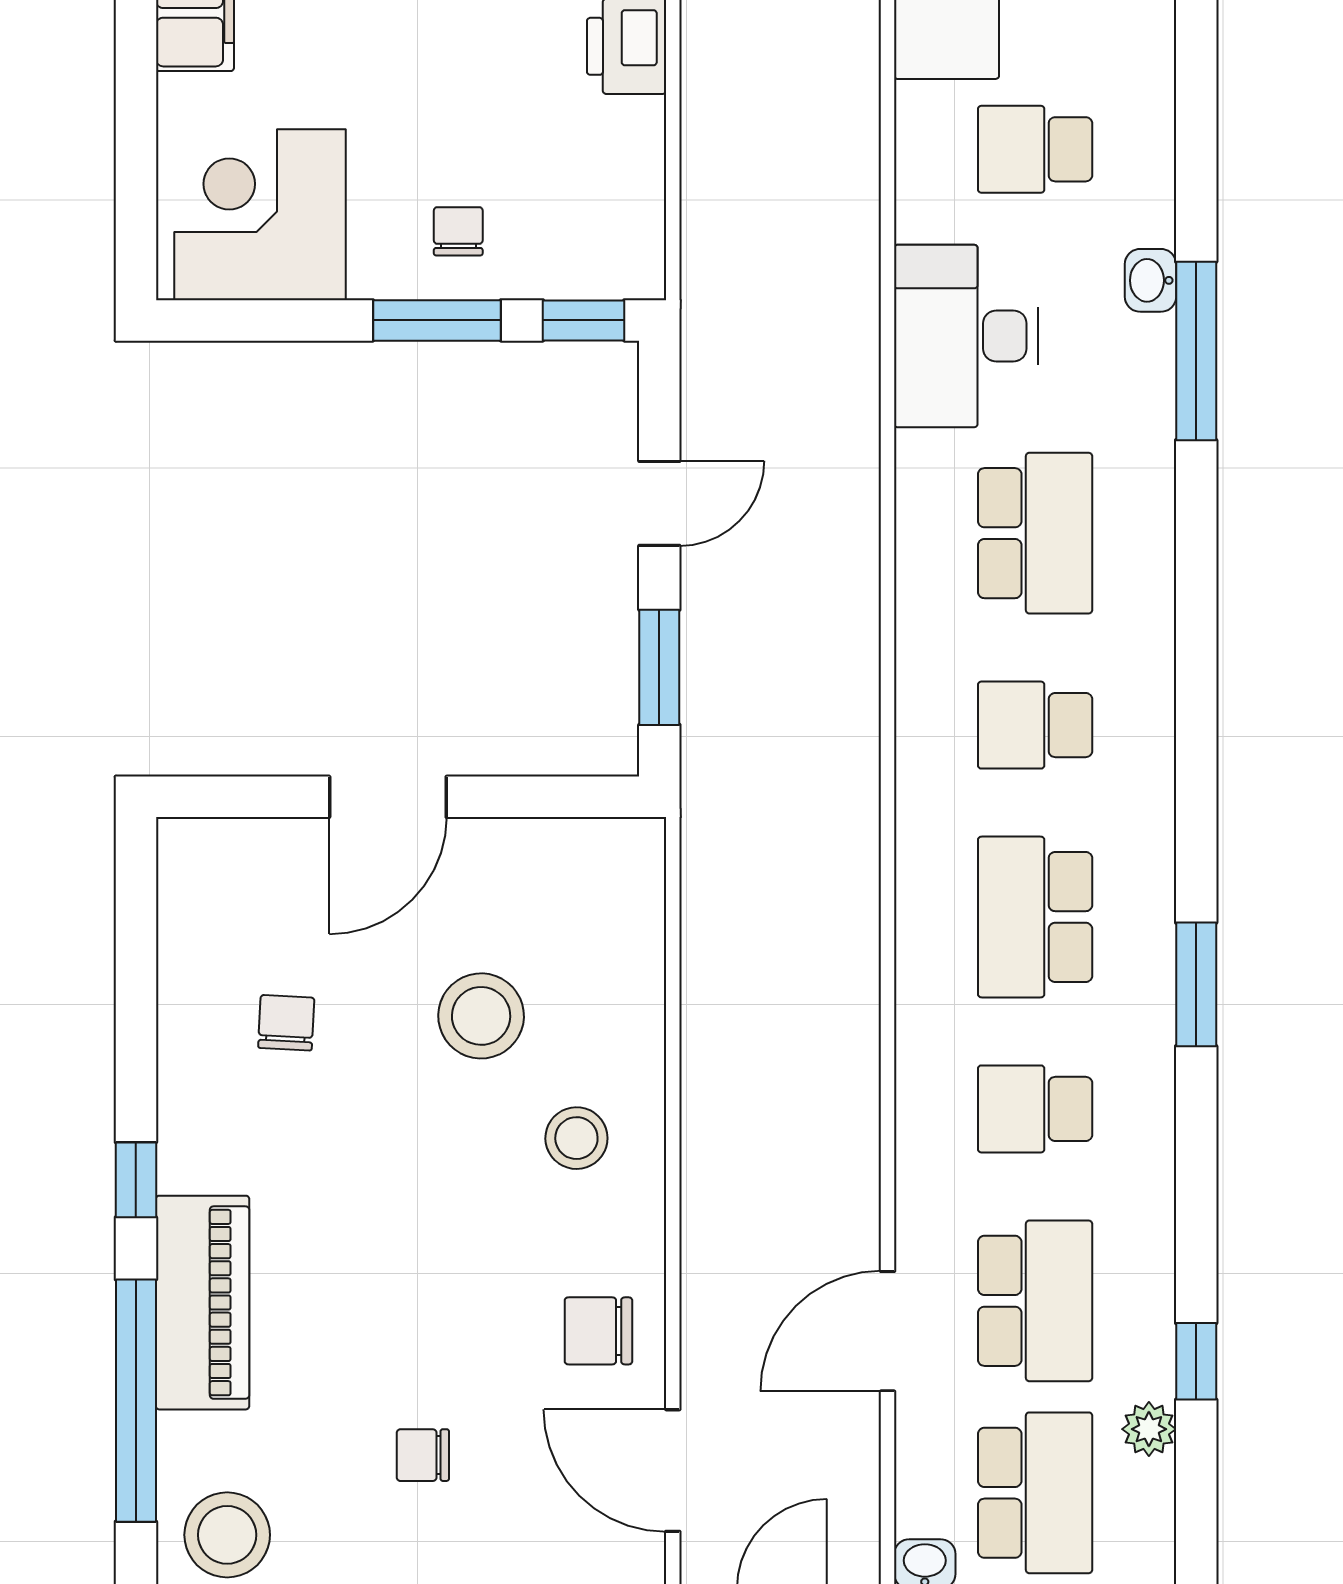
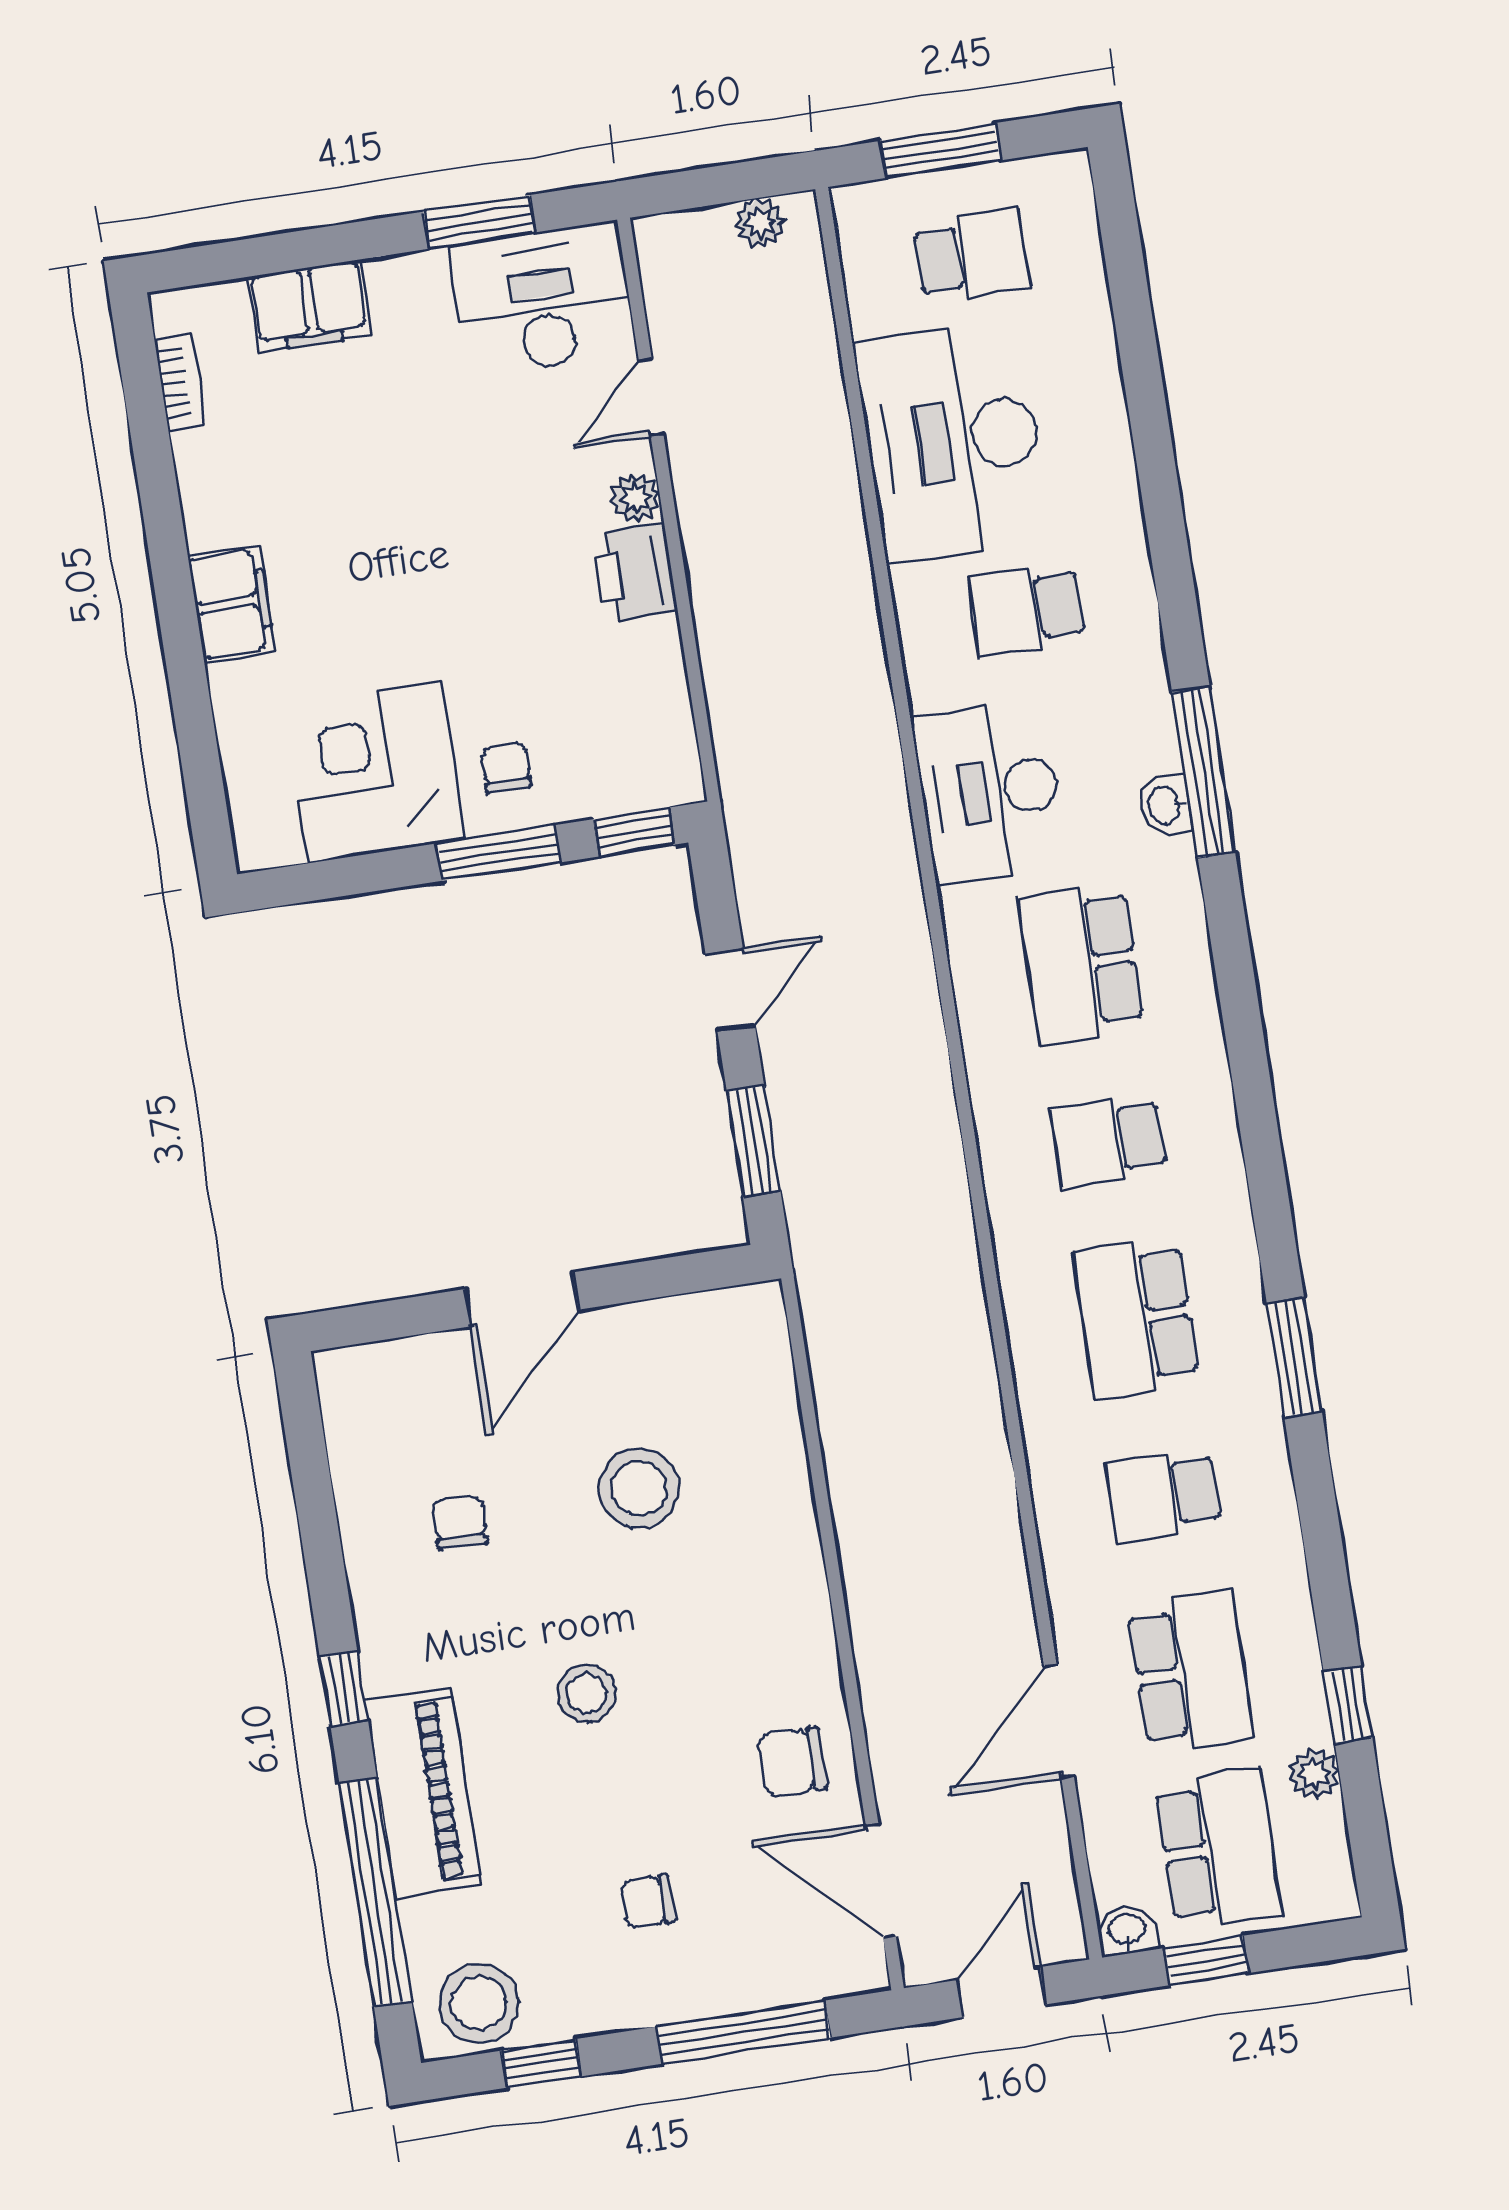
corner desk: (260, 215) -> (375, 772), moved
washbasin: (1150, 280) -> (1166, 805), moved
school desk: (1035, 533) -> (1081, 964), turned 180
stool: (576, 1138) -> (586, 1694), moved

